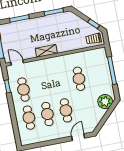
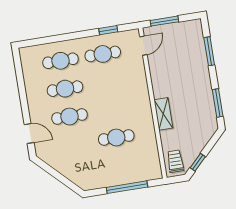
shelving: (46, 51) -> (163, 114), moved
plant: (105, 102) -> (81, 176), removed

